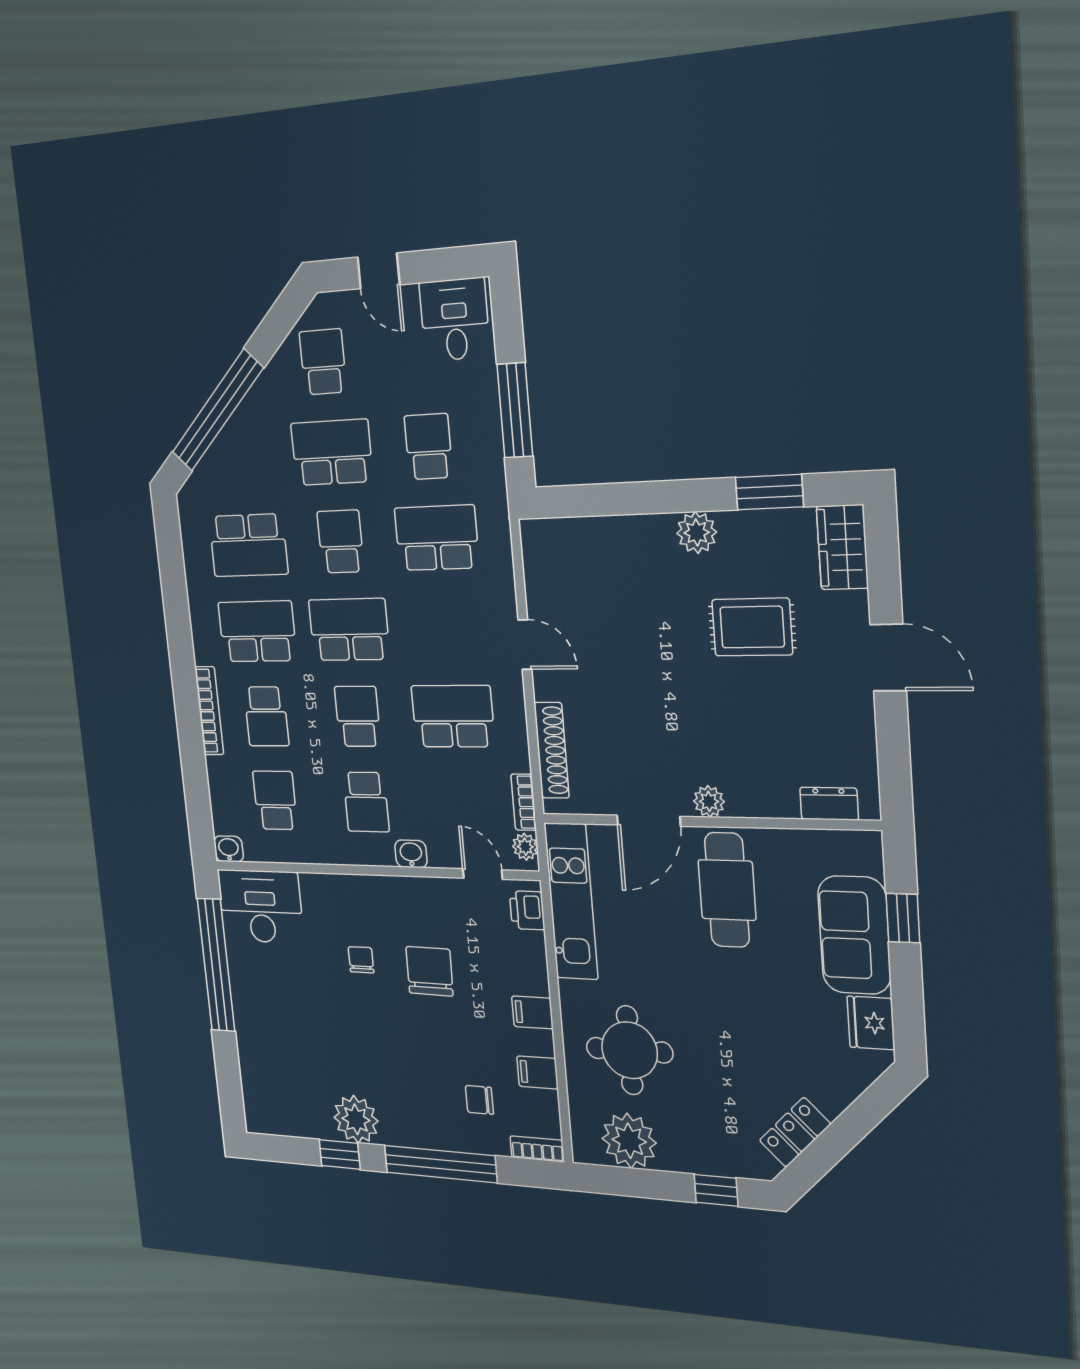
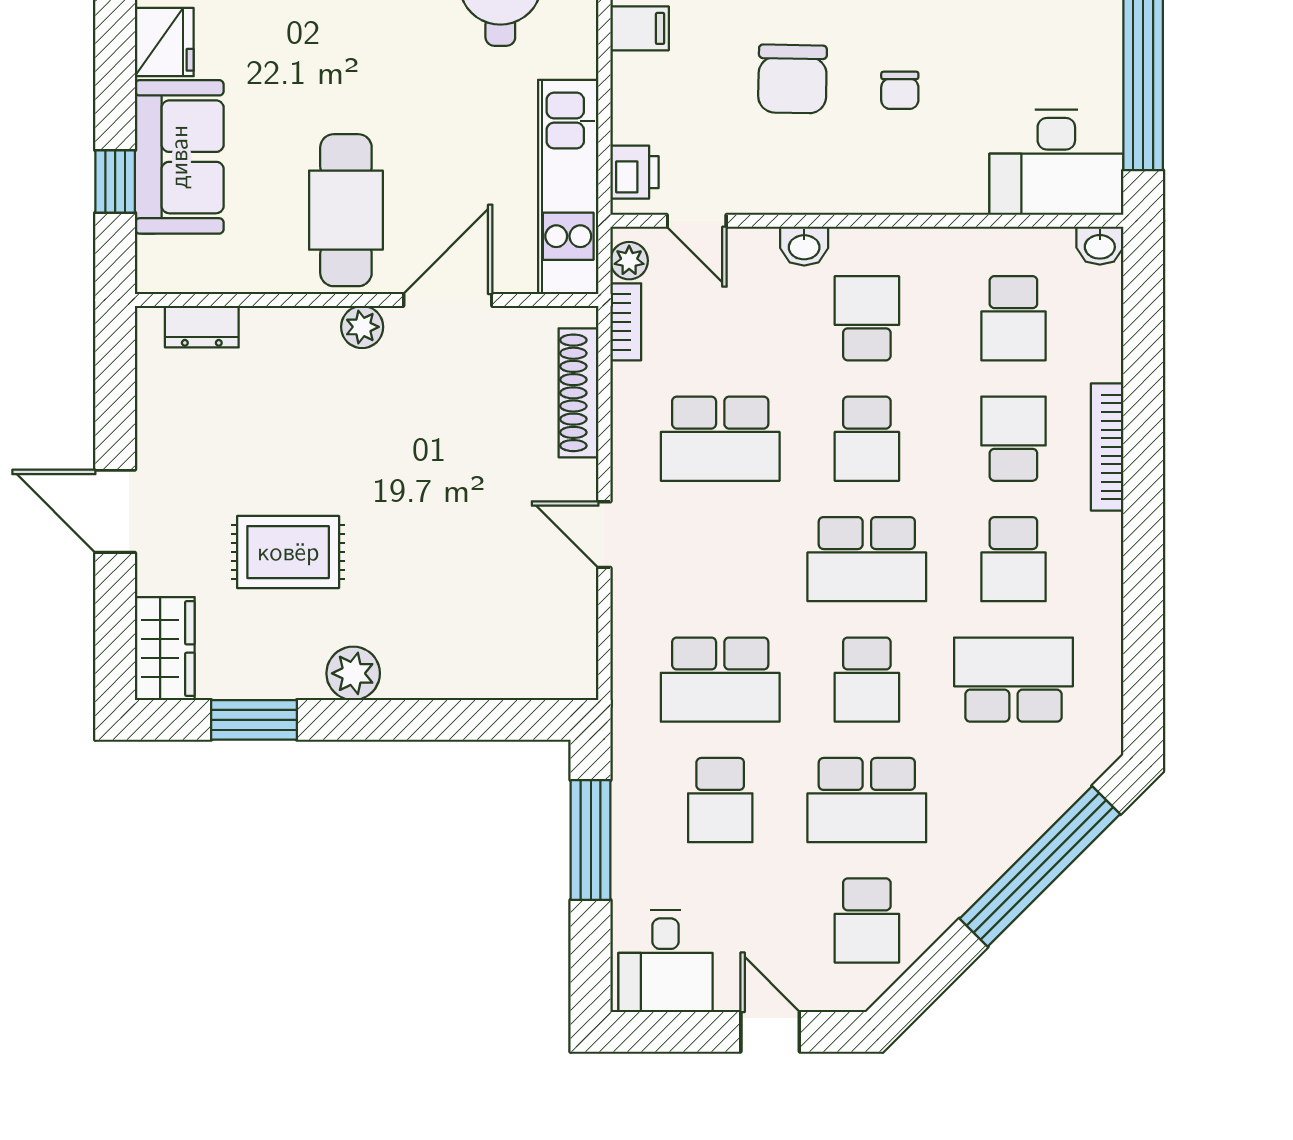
school desk: (257, 631) -> (1013, 559), width x0.54

